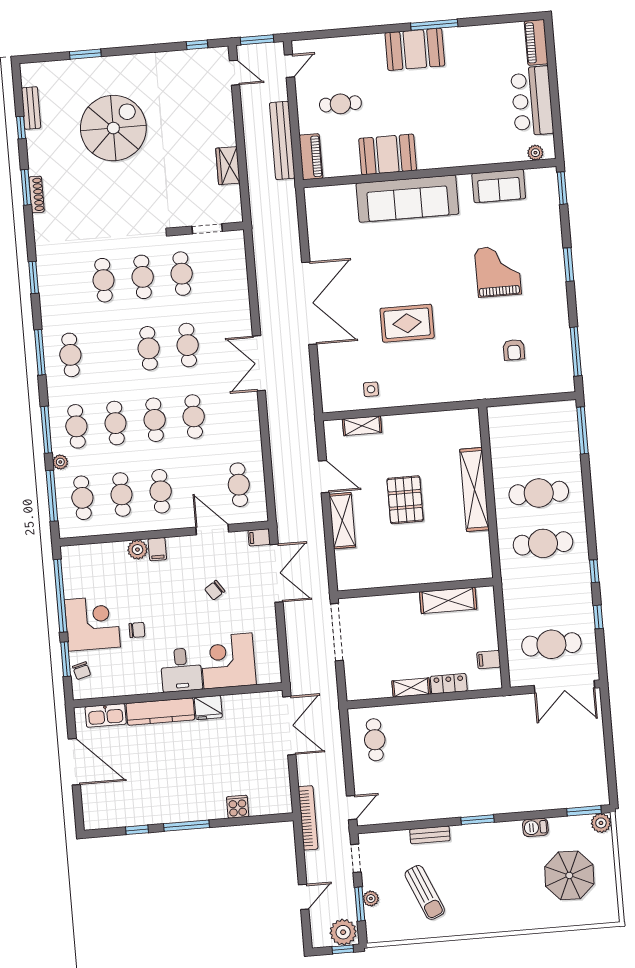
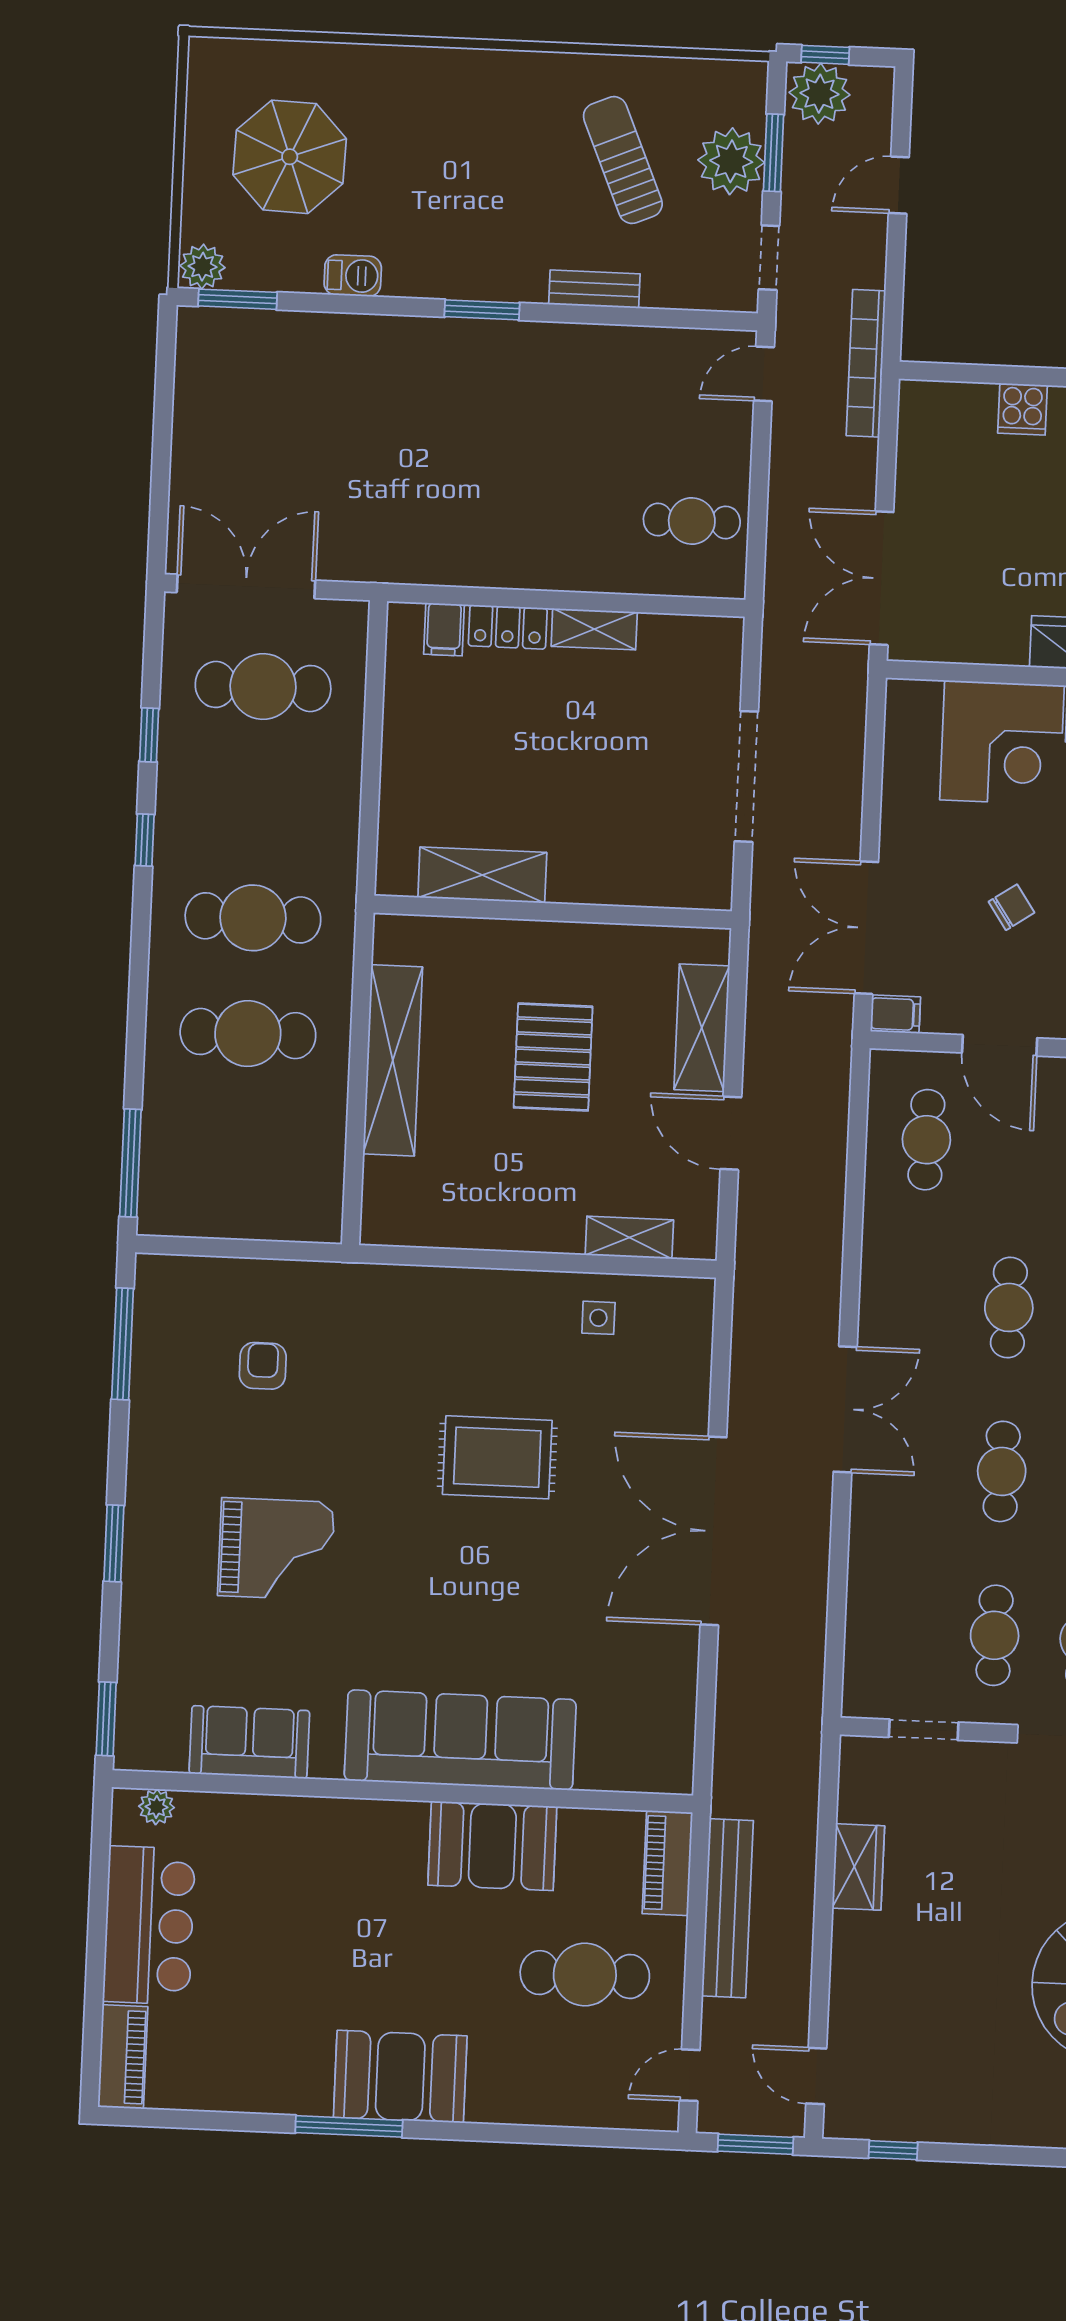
cafe table: (340, 104) -> (585, 1975), width x1.37, depth x1.35
grand piano: (498, 271) -> (276, 1549), turned -90
wall: (415, 588) -> (553, 912), moved
shelving: (448, 600) -> (482, 875), moved
filing cabinet: (489, 660) -> (444, 629), moved, turned 90
cafe table: (375, 740) -> (692, 521), turned 90
plant: (371, 899) -> (731, 161), width x1.88, depth x1.88

